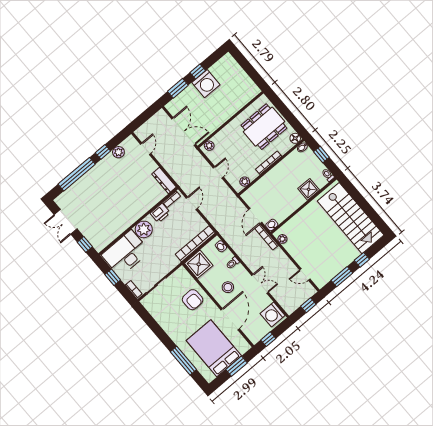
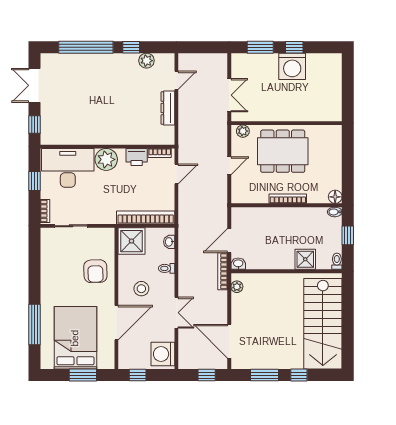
dining table: (264, 127) -> (283, 151), moved
double door: (184, 131) -> (229, 95), width x0.73
dresser: (164, 181) -> (168, 108), moved
plant: (245, 182) -> (248, 197), removed
door: (305, 274) -> (229, 341), width x1.87

